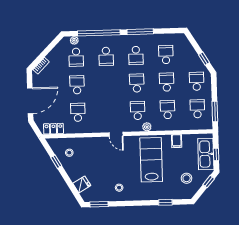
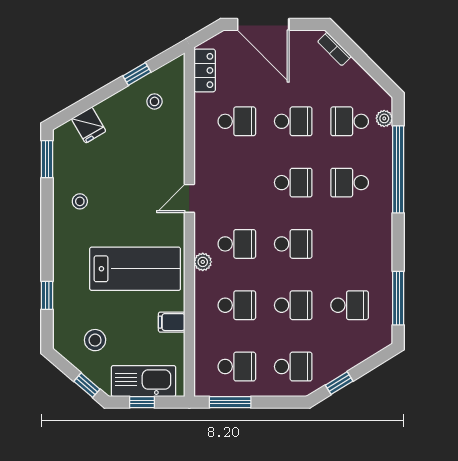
window: (140, 32) -> (398, 298), moved
school desk: (136, 55) -> (293, 183), moved, turned 180

